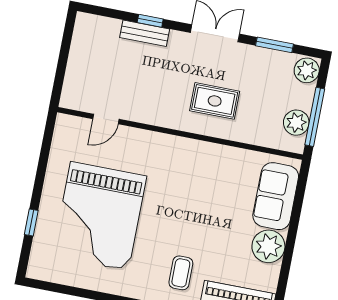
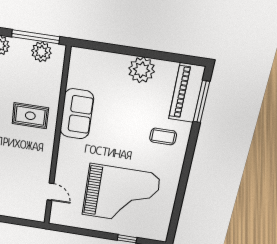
rug: (215, 101) -> (30, 116), turned 90
sofa: (276, 196) -> (77, 114), moved, turned -90

